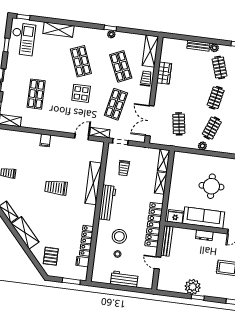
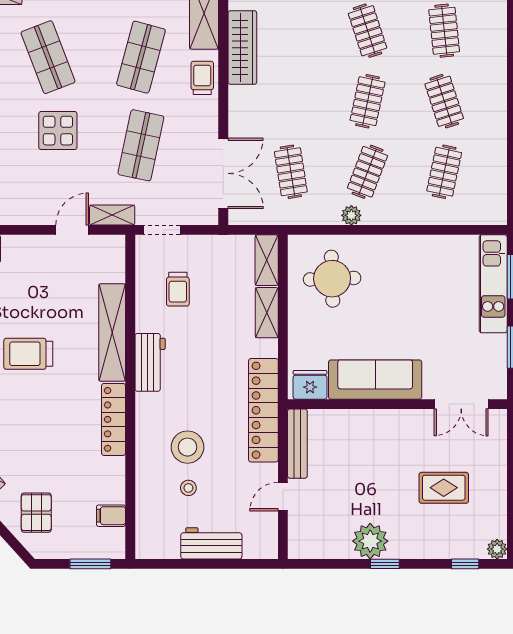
shop shelf: (121, 66) -> (141, 57), turned 39
wardrobe: (164, 73) -> (242, 48), width x1.50
double door: (150, 121) -> (223, 173), swing flipped
round table: (211, 186) -> (332, 279), moved
workbench: (107, 203) -> (150, 362), width x0.73
dresser: (204, 235) -> (382, 419), removed
locker: (86, 241) -> (114, 419), moved
door: (158, 263) -> (283, 497), hinge flipped

